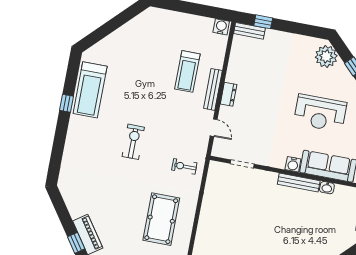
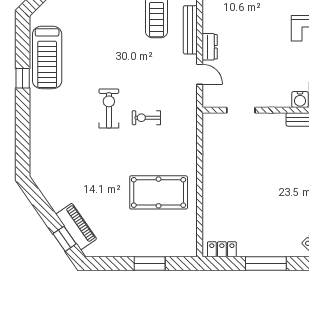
dresser: (229, 94) -> (210, 47), moved
exercise bike: (184, 166) -> (146, 118), moved
pool table: (161, 219) -> (159, 192), turned 90

